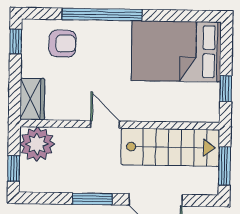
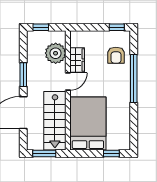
bed: (176, 51) -> (88, 124), moved
window: (226, 89) -> (111, 153), moved
wardrobe: (32, 99) -> (77, 60), moved, turned -90
plant: (37, 144) -> (56, 53), moved

